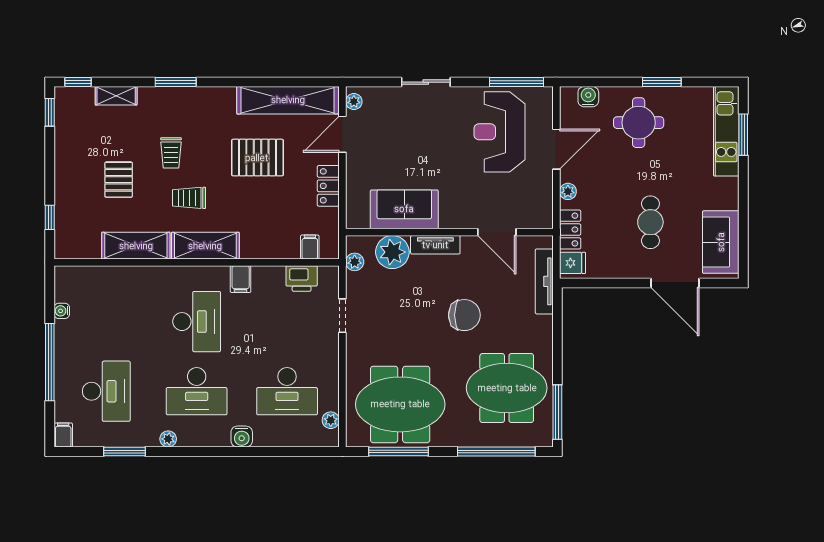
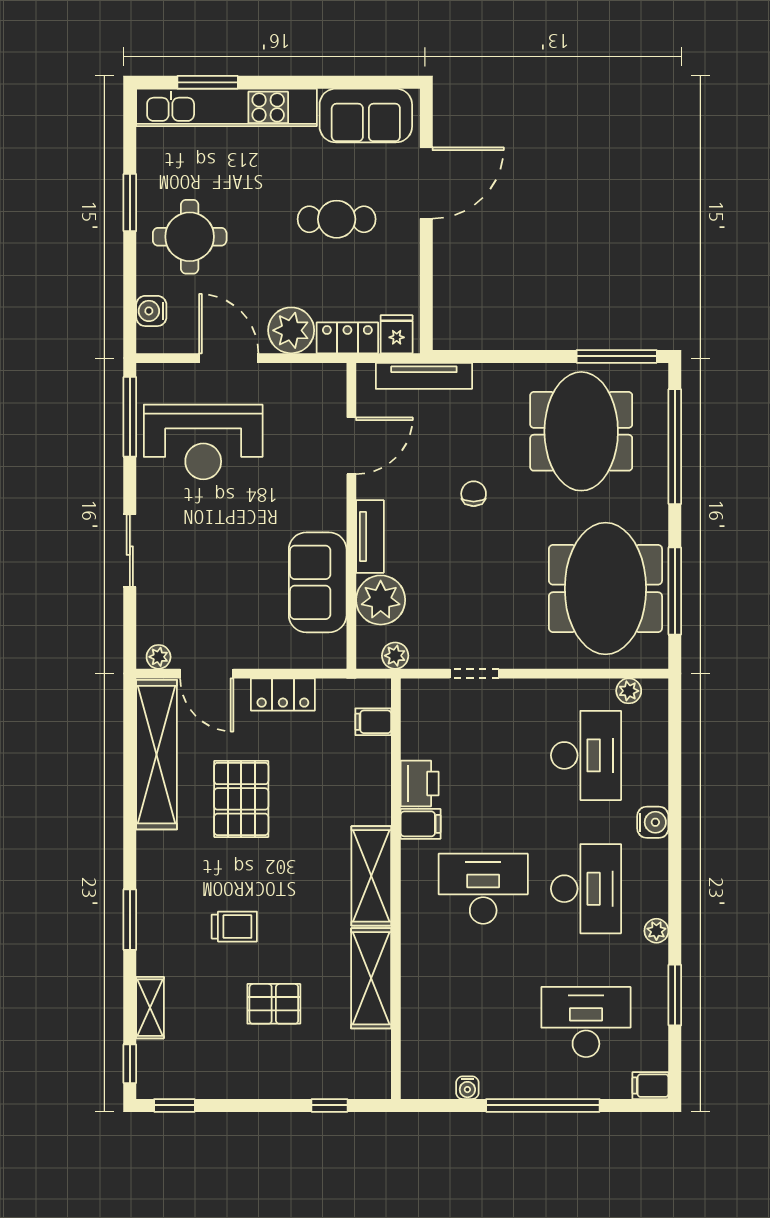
kitchen unit: (726, 131) -> (227, 107), width x1.36
plant: (568, 191) -> (291, 330), width x1.88, depth x1.88
trolley: (189, 198) -> (301, 900), removed
printer: (302, 279) -> (420, 783), moved
chair: (464, 315) -> (474, 494), width x0.54, depth x0.54

